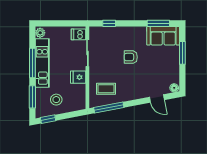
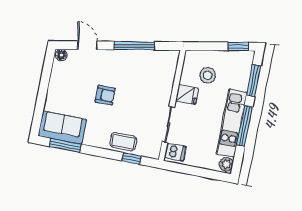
window: (182, 53) -> (41, 100), removed
armchair: (131, 57) -> (105, 95), moved
coffee table: (106, 89) -> (123, 142), moved
stool: (56, 100) -> (208, 75), moved
window: (109, 108) -> (134, 46), moved

